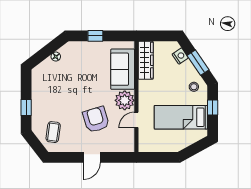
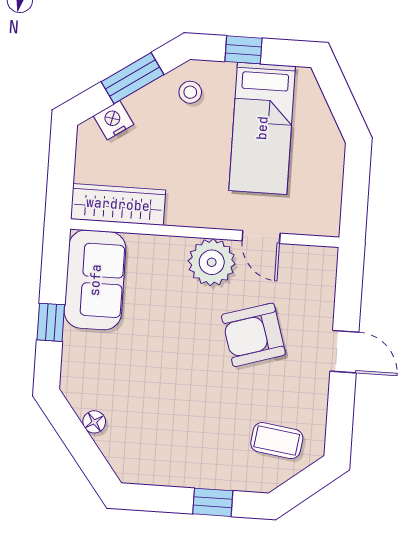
sofa: (123, 69) -> (95, 280), moved, turned -90

